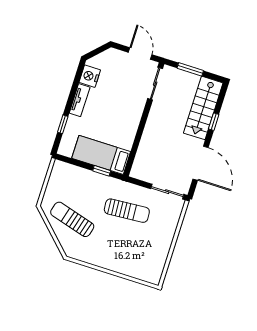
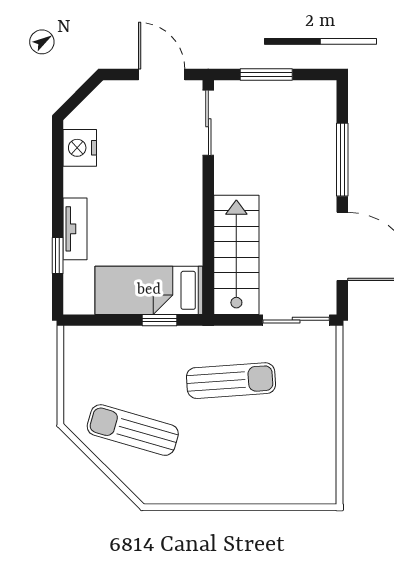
tv unit: (80, 100) -> (75, 229), moved
stairs: (203, 108) -> (236, 255), moved, turned 180
window: (214, 122) -> (342, 160), width x2.17

